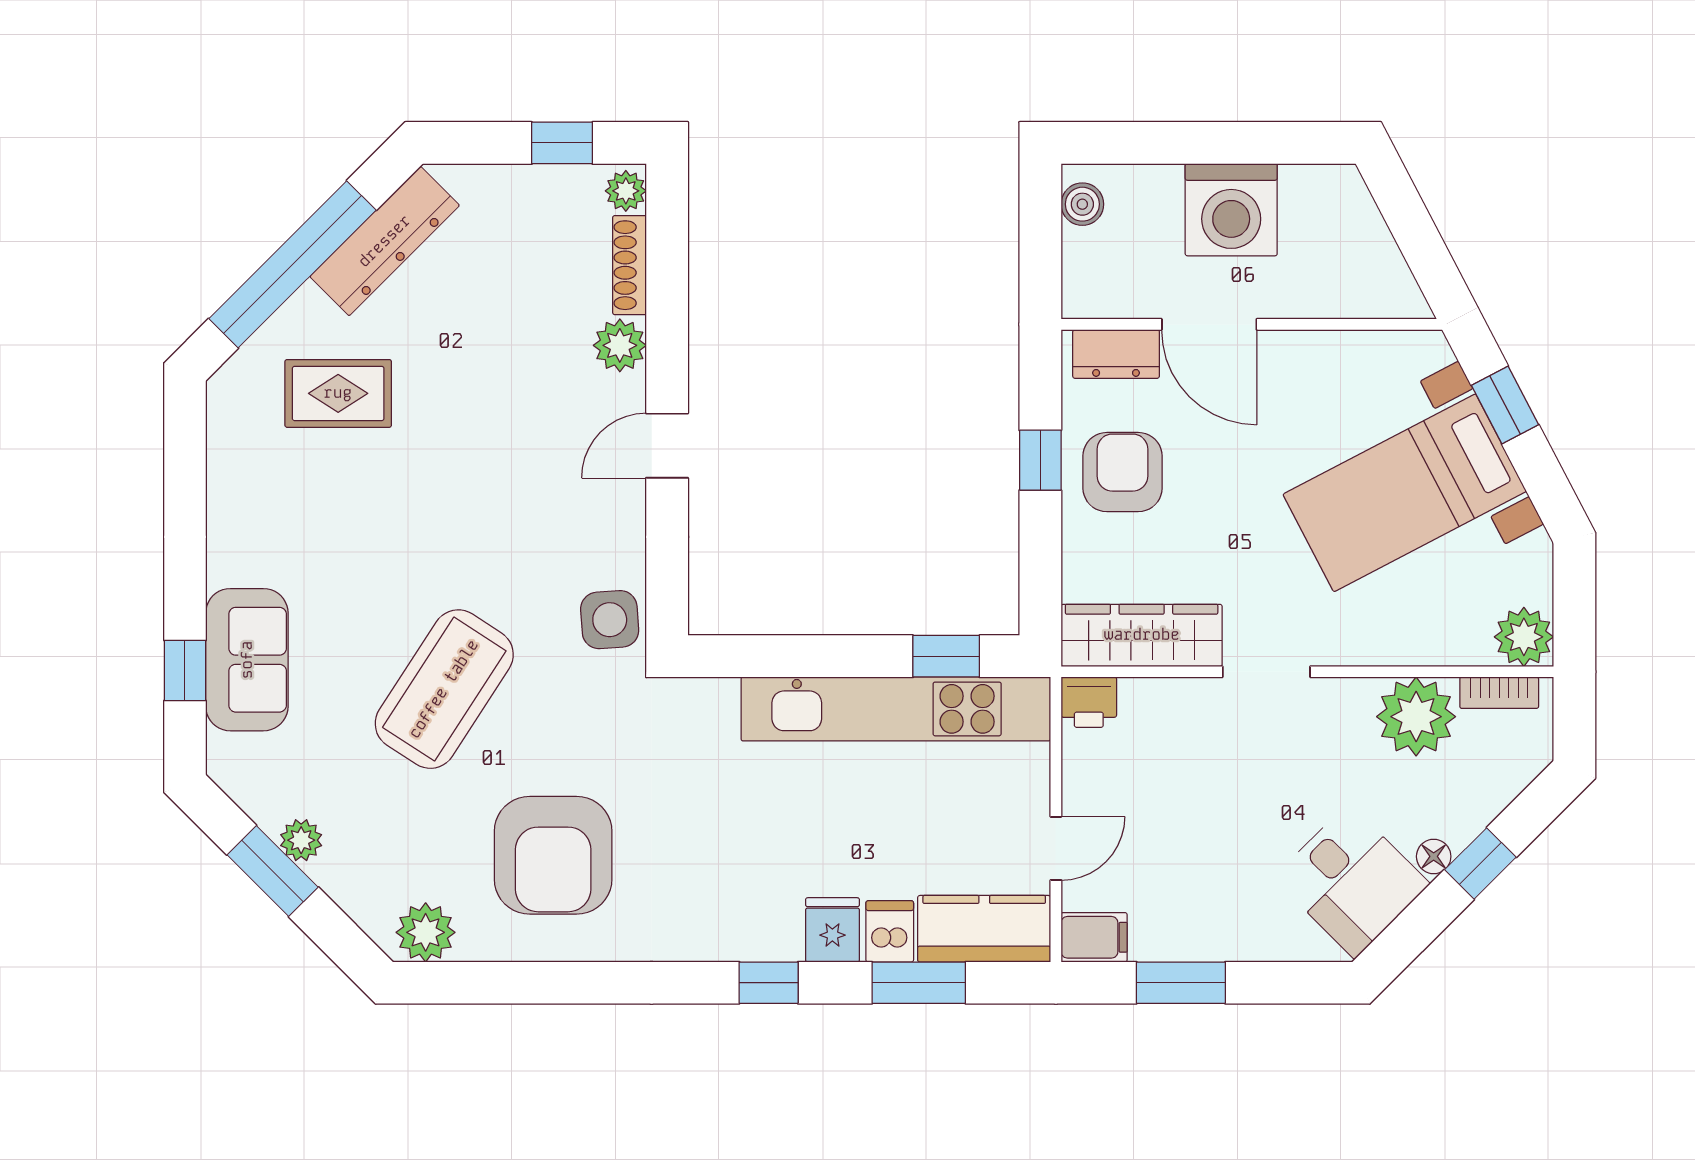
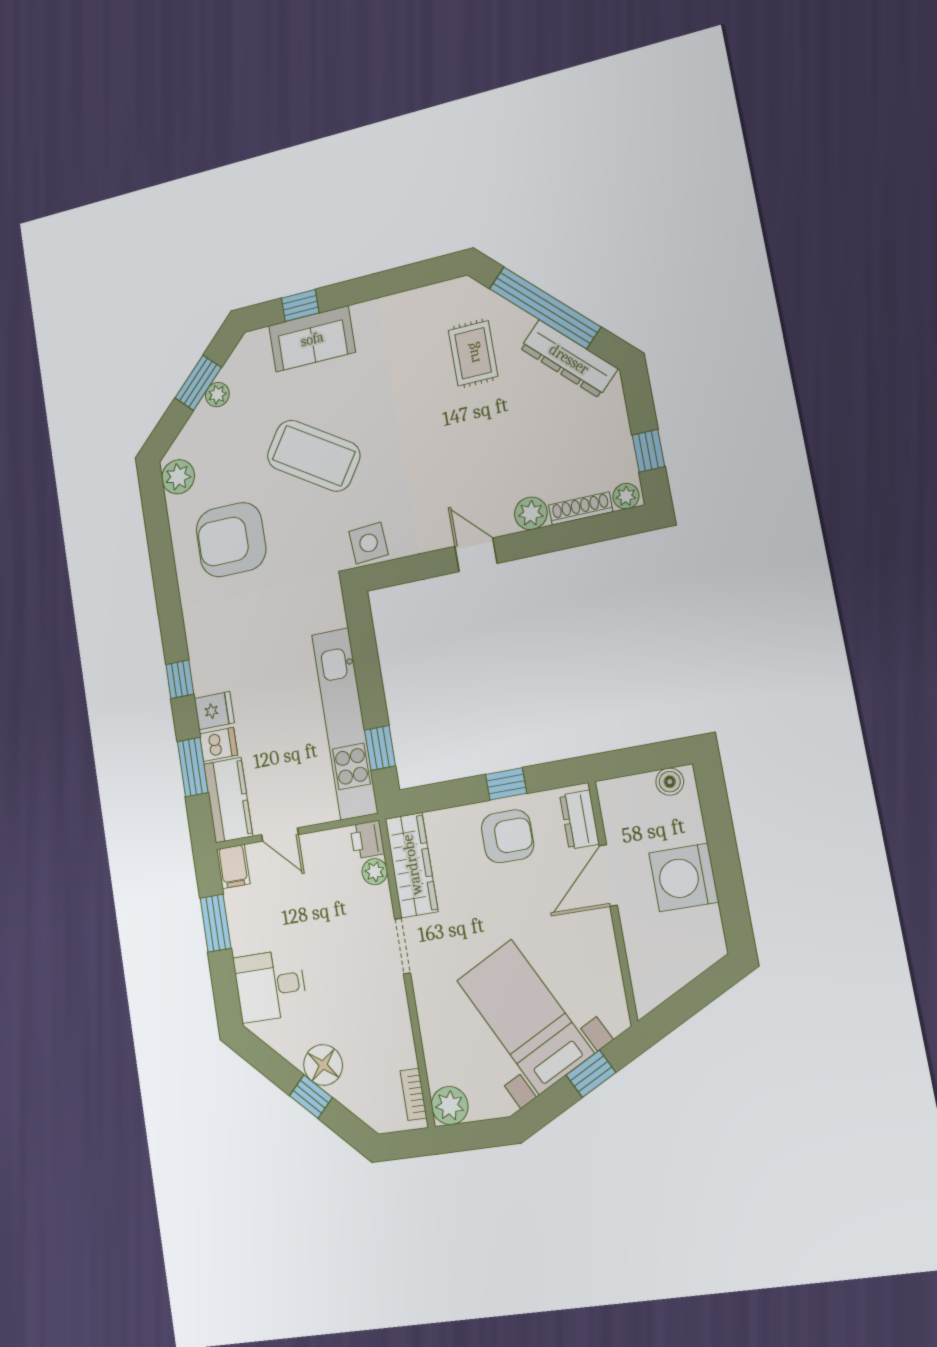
plant: (1416, 717) -> (375, 872), moved, width x0.53, depth x0.53
floor lamp: (1434, 856) -> (323, 1065), width x1.89, depth x1.89
desk: (1352, 881) -> (270, 986), moved, turned 45

